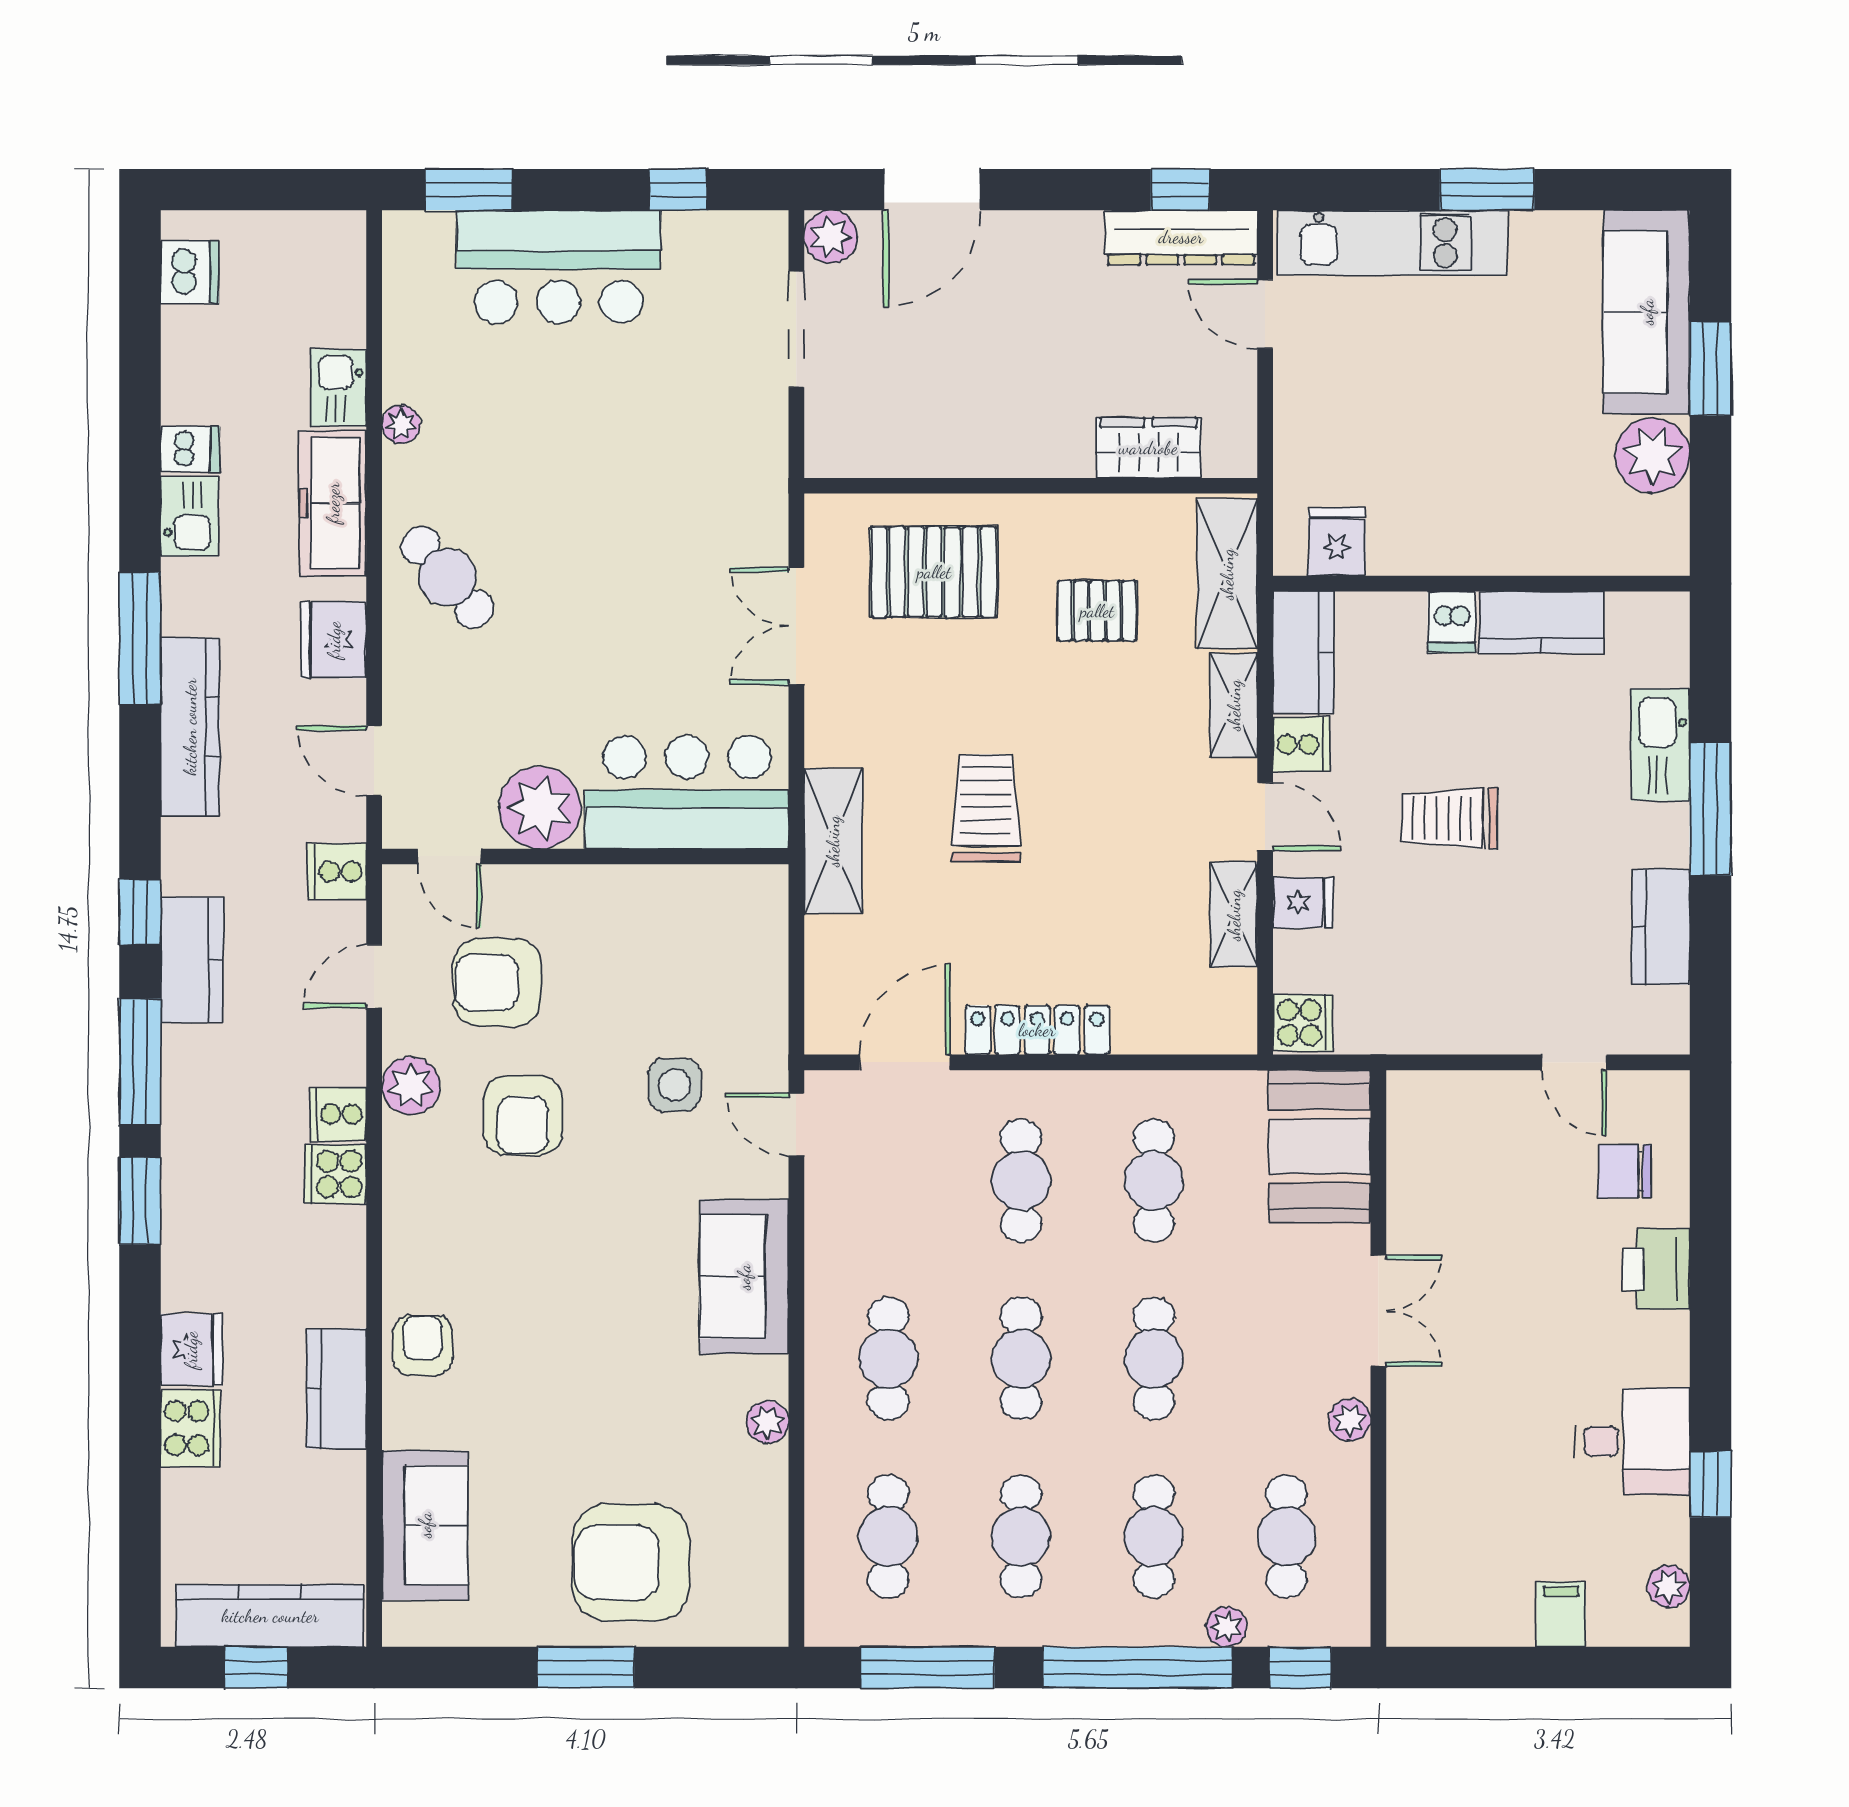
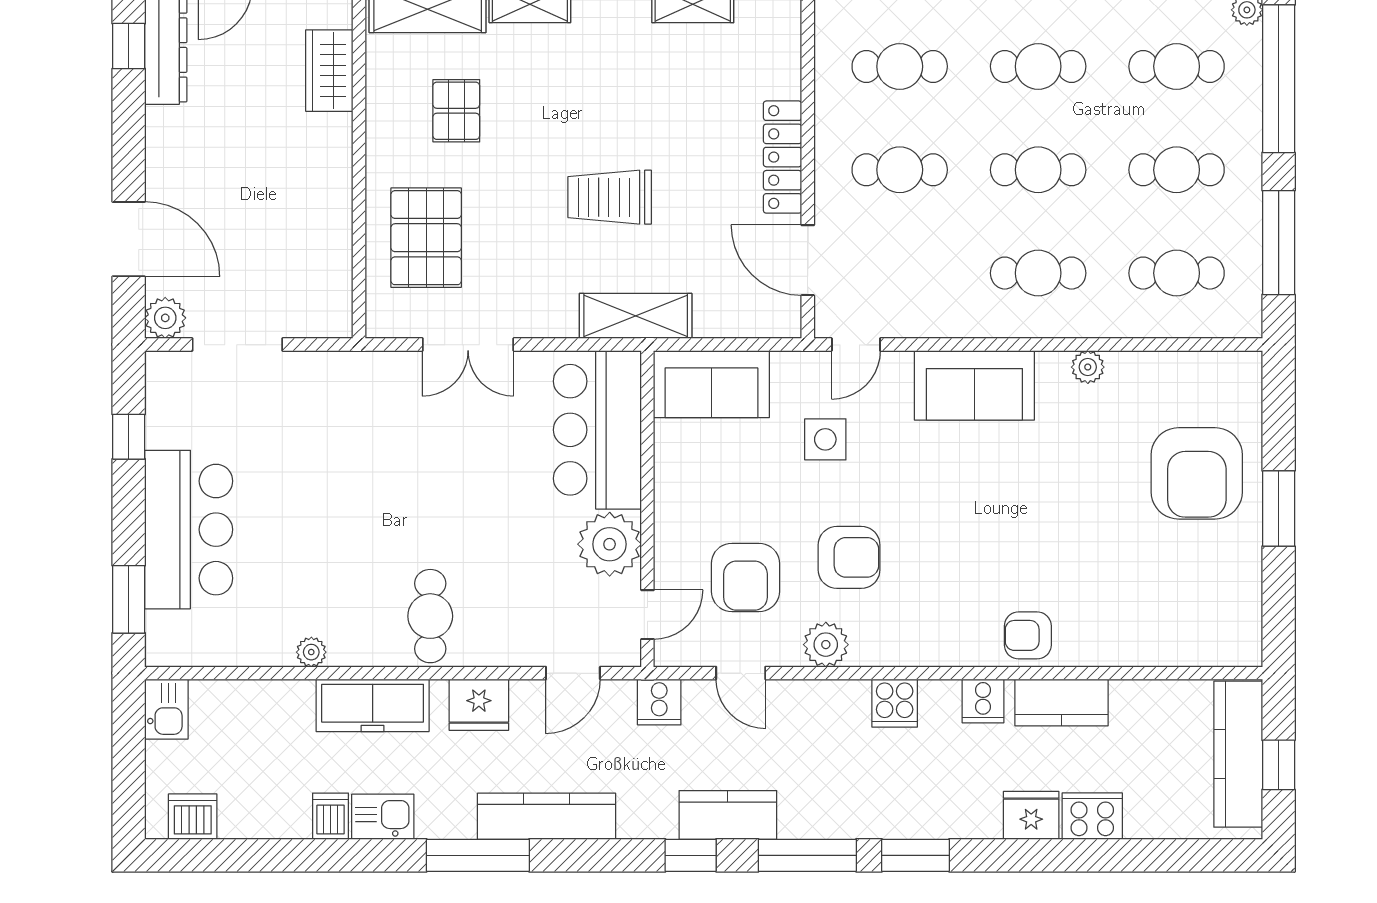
kitchen sink: (339, 388) -> (166, 709), moved, turned -90
cafe table: (447, 577) -> (430, 616), turned -50
cooker: (338, 1114) -> (983, 701), moved
sofa: (425, 1525) -> (711, 384), moved, turned 180

